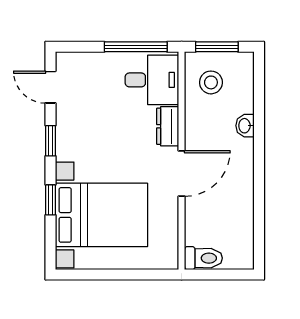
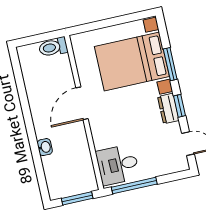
stool: (211, 82) -> (76, 172), removed
dresser: (168, 126) -> (168, 109), moved, turned 180
window: (51, 200) -> (170, 64), width x1.50

